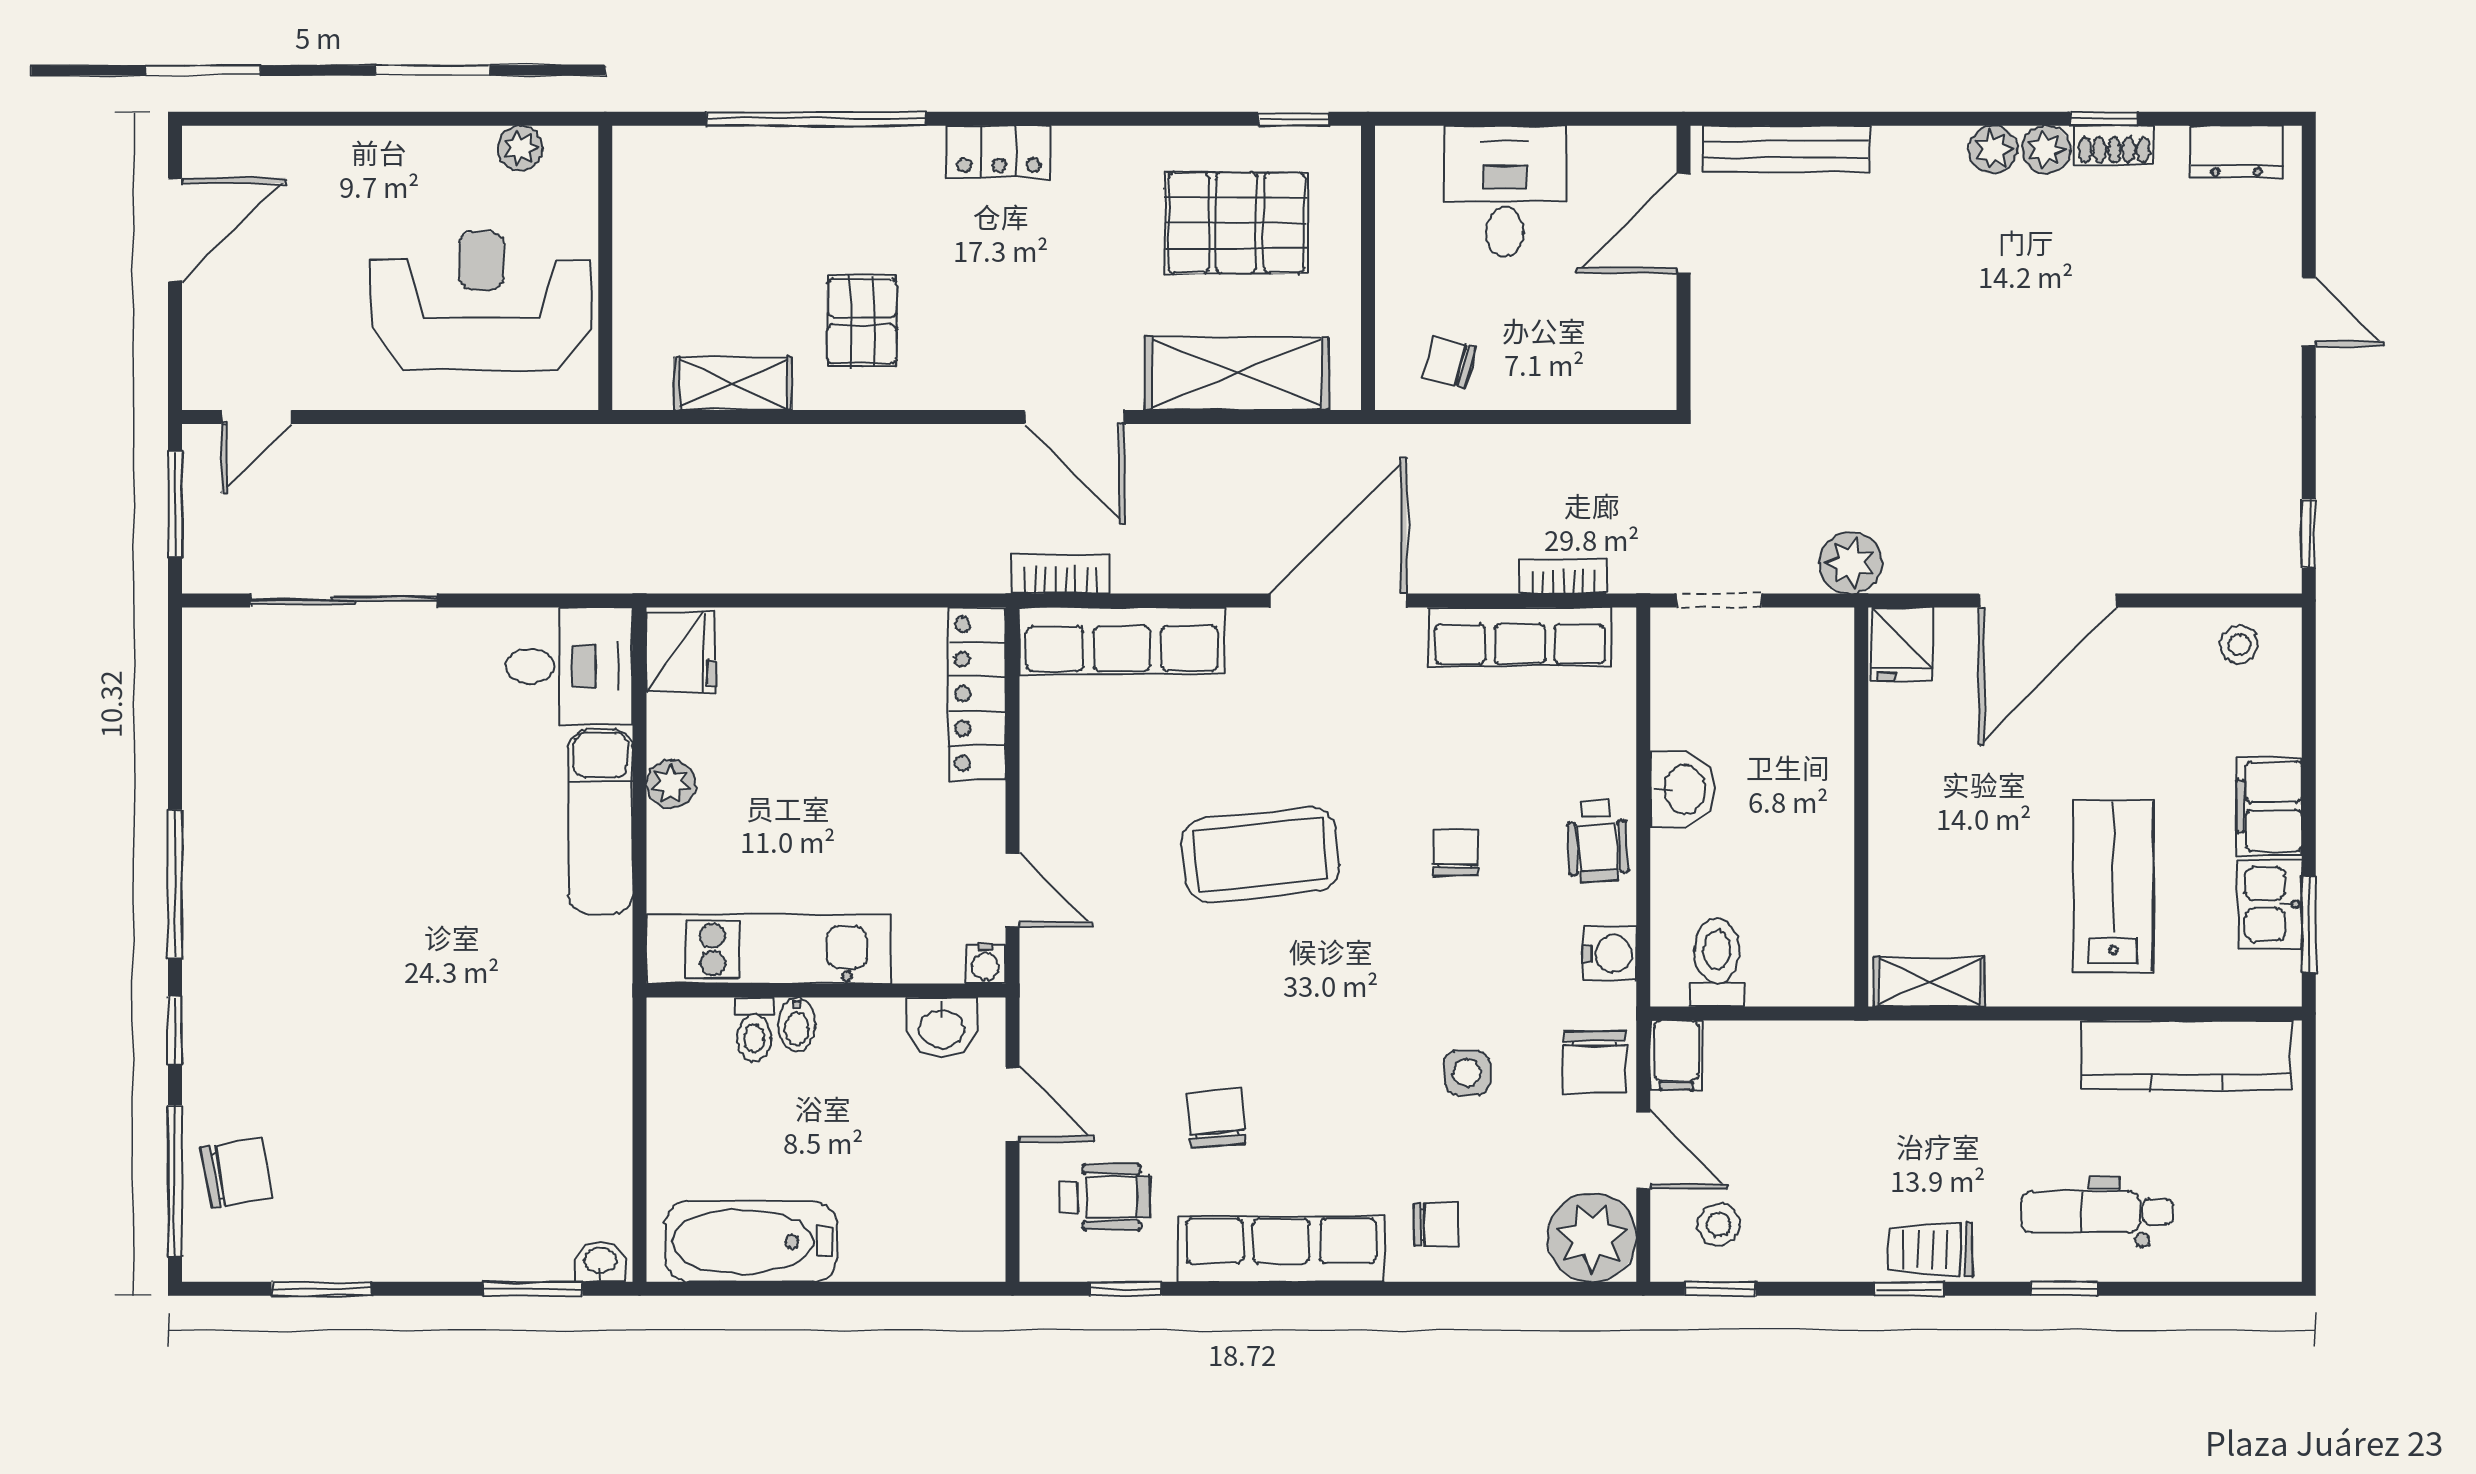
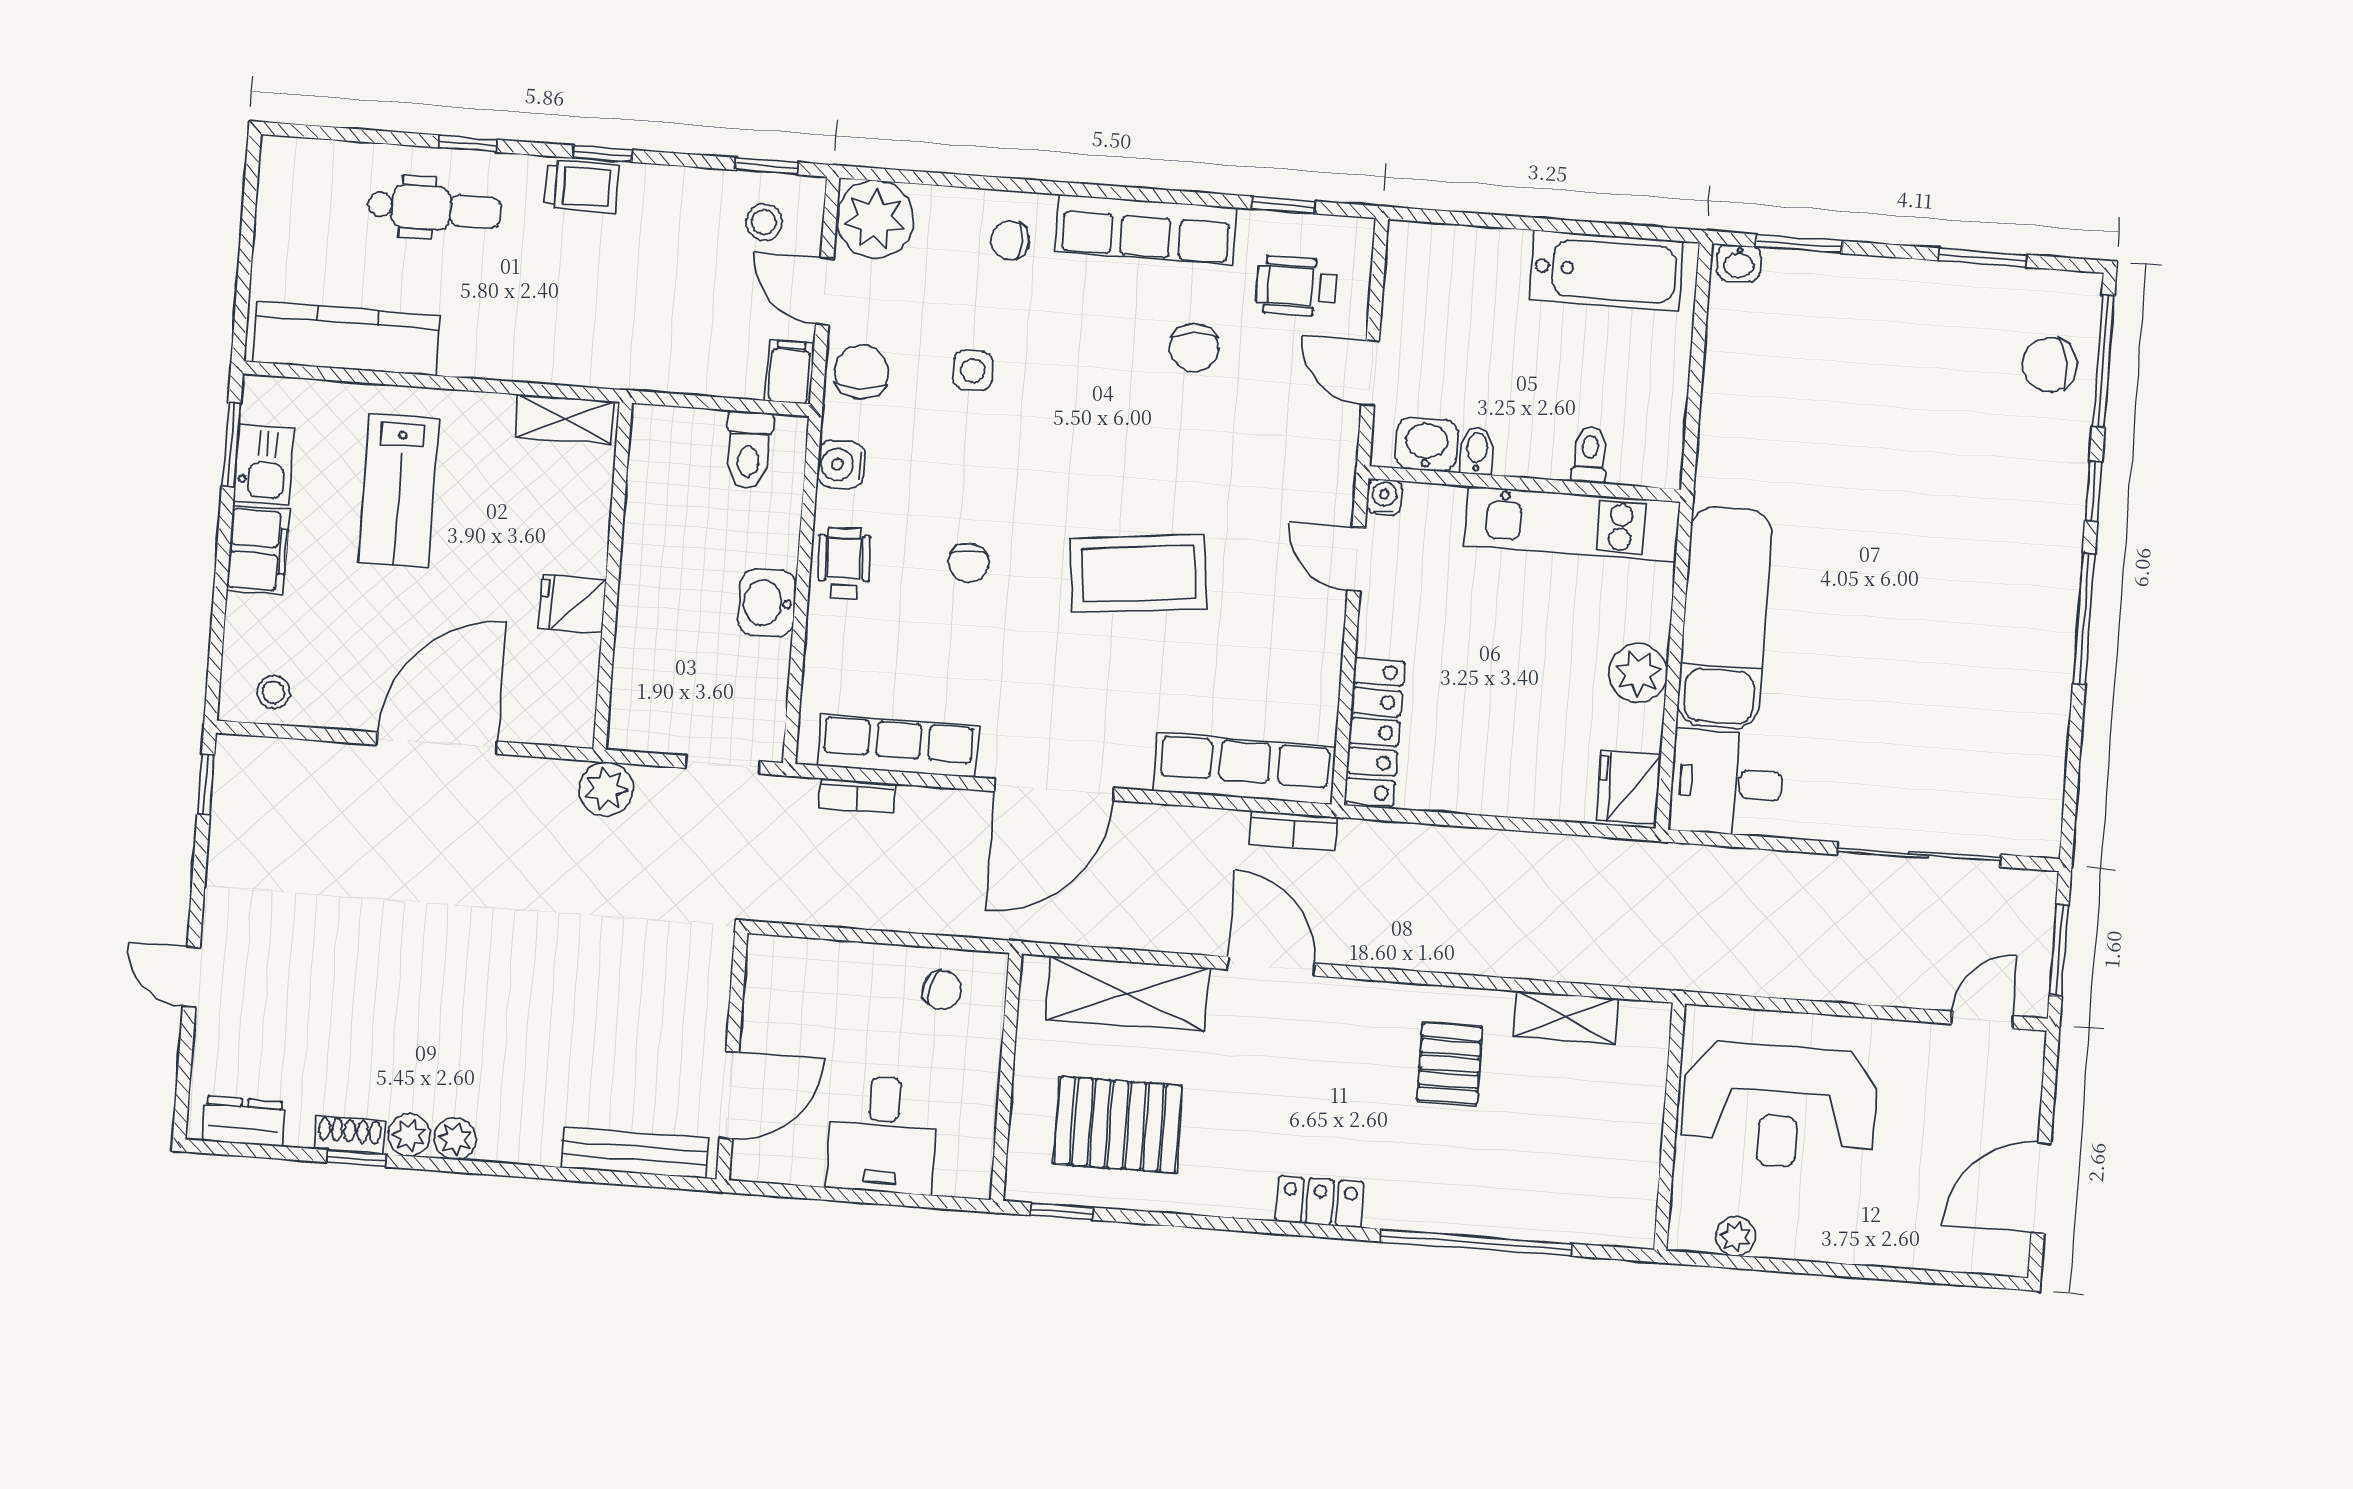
fridge: (1903, 644) -> (572, 604), moved, turned -90
plant: (671, 784) -> (1638, 673), width x1.38, depth x1.38
exam couch: (600, 821) -> (1725, 618), width x1.36, depth x1.45
bidet: (797, 1024) -> (1477, 451), moved

